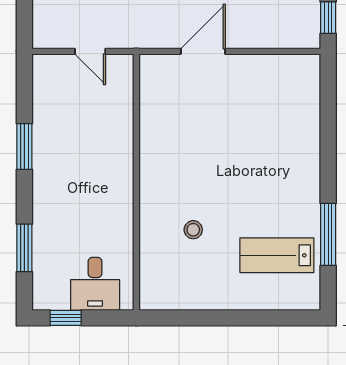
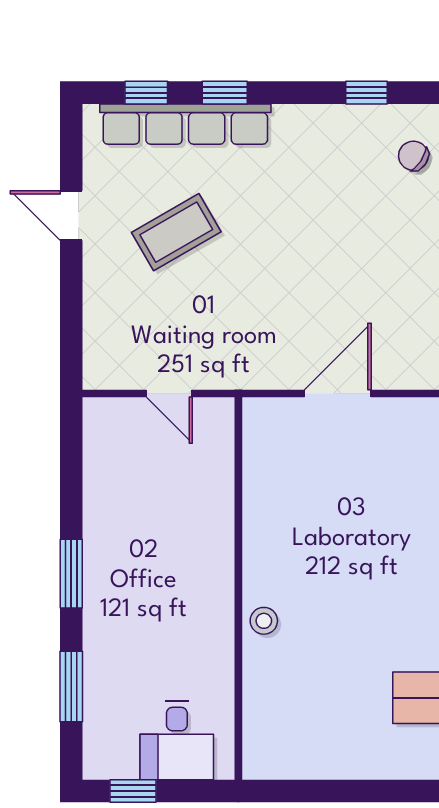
window: (24, 146) -> (71, 574), moved
stool: (193, 230) -> (264, 621), moved

